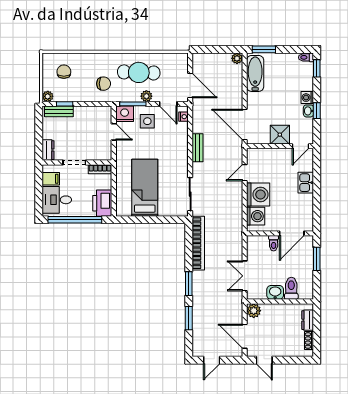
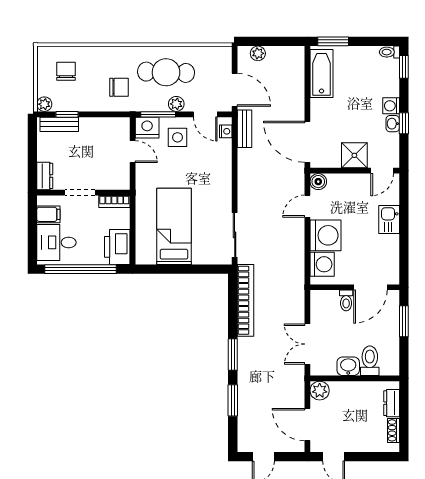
plant: (237, 58) -> (258, 53), moved
bench: (197, 148) -> (244, 129), moved
boiler: (253, 154) -> (318, 182), added

